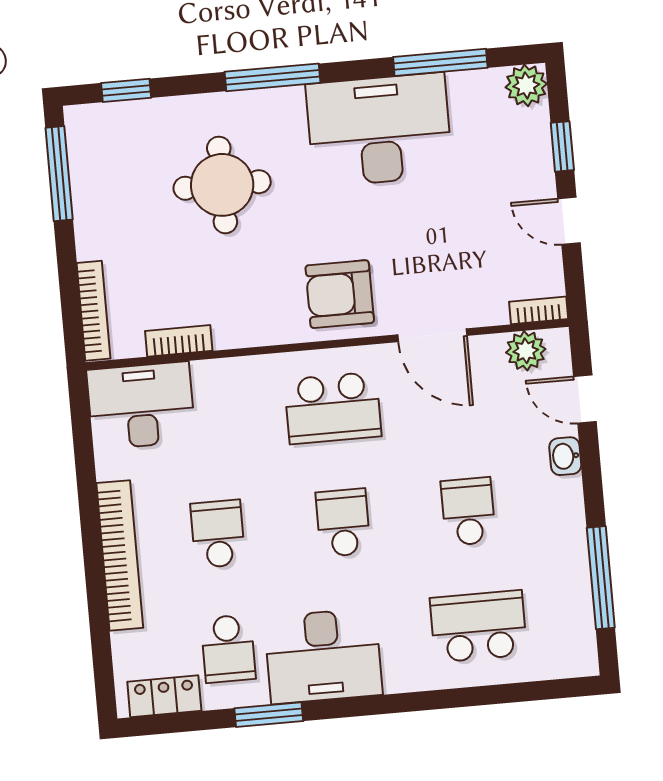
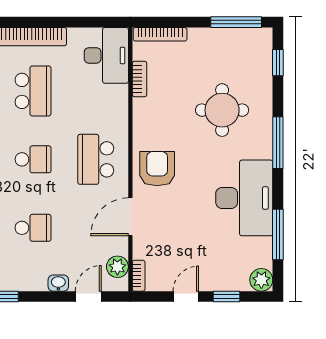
school desk: (218, 534) -> (33, 91), width x1.85

